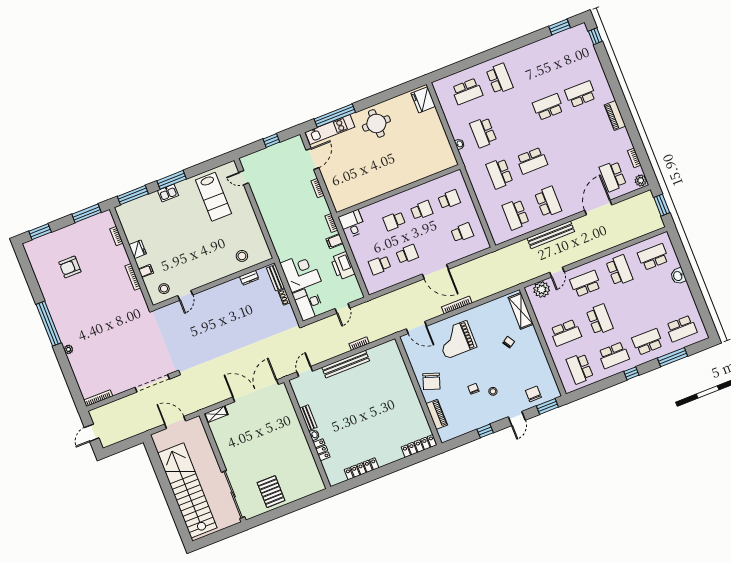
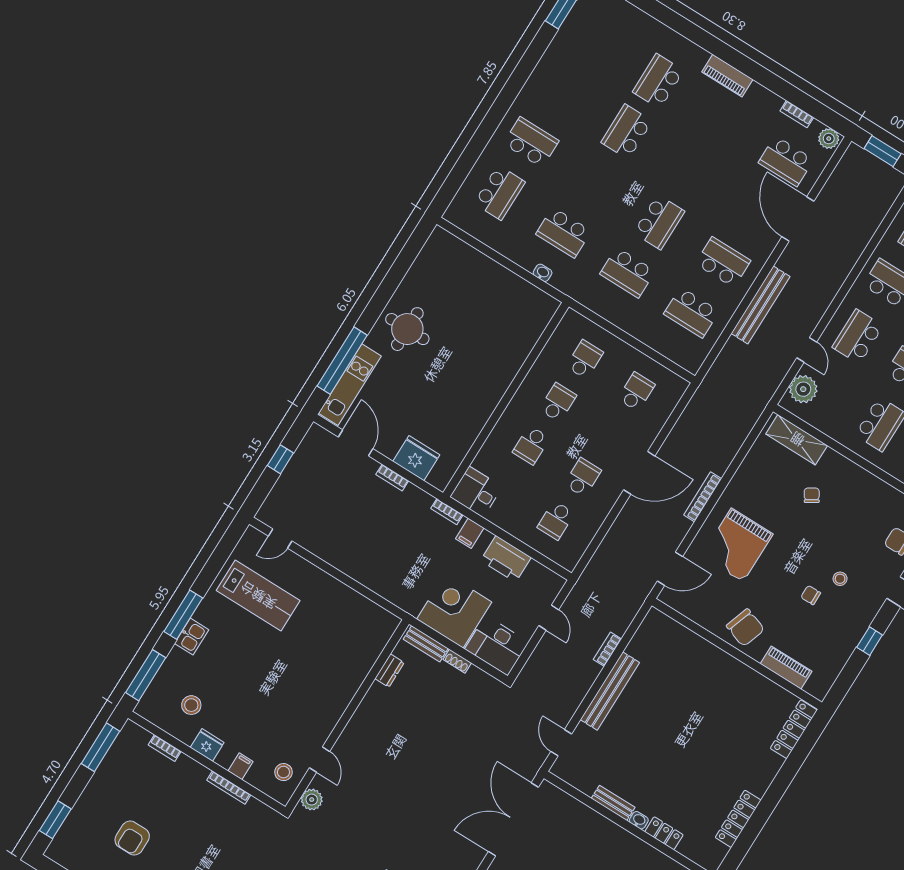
fridge: (423, 100) -> (416, 458), moved, turned 180
stool: (242, 256) -> (191, 705), moved
plant: (168, 311) -> (312, 800), added

